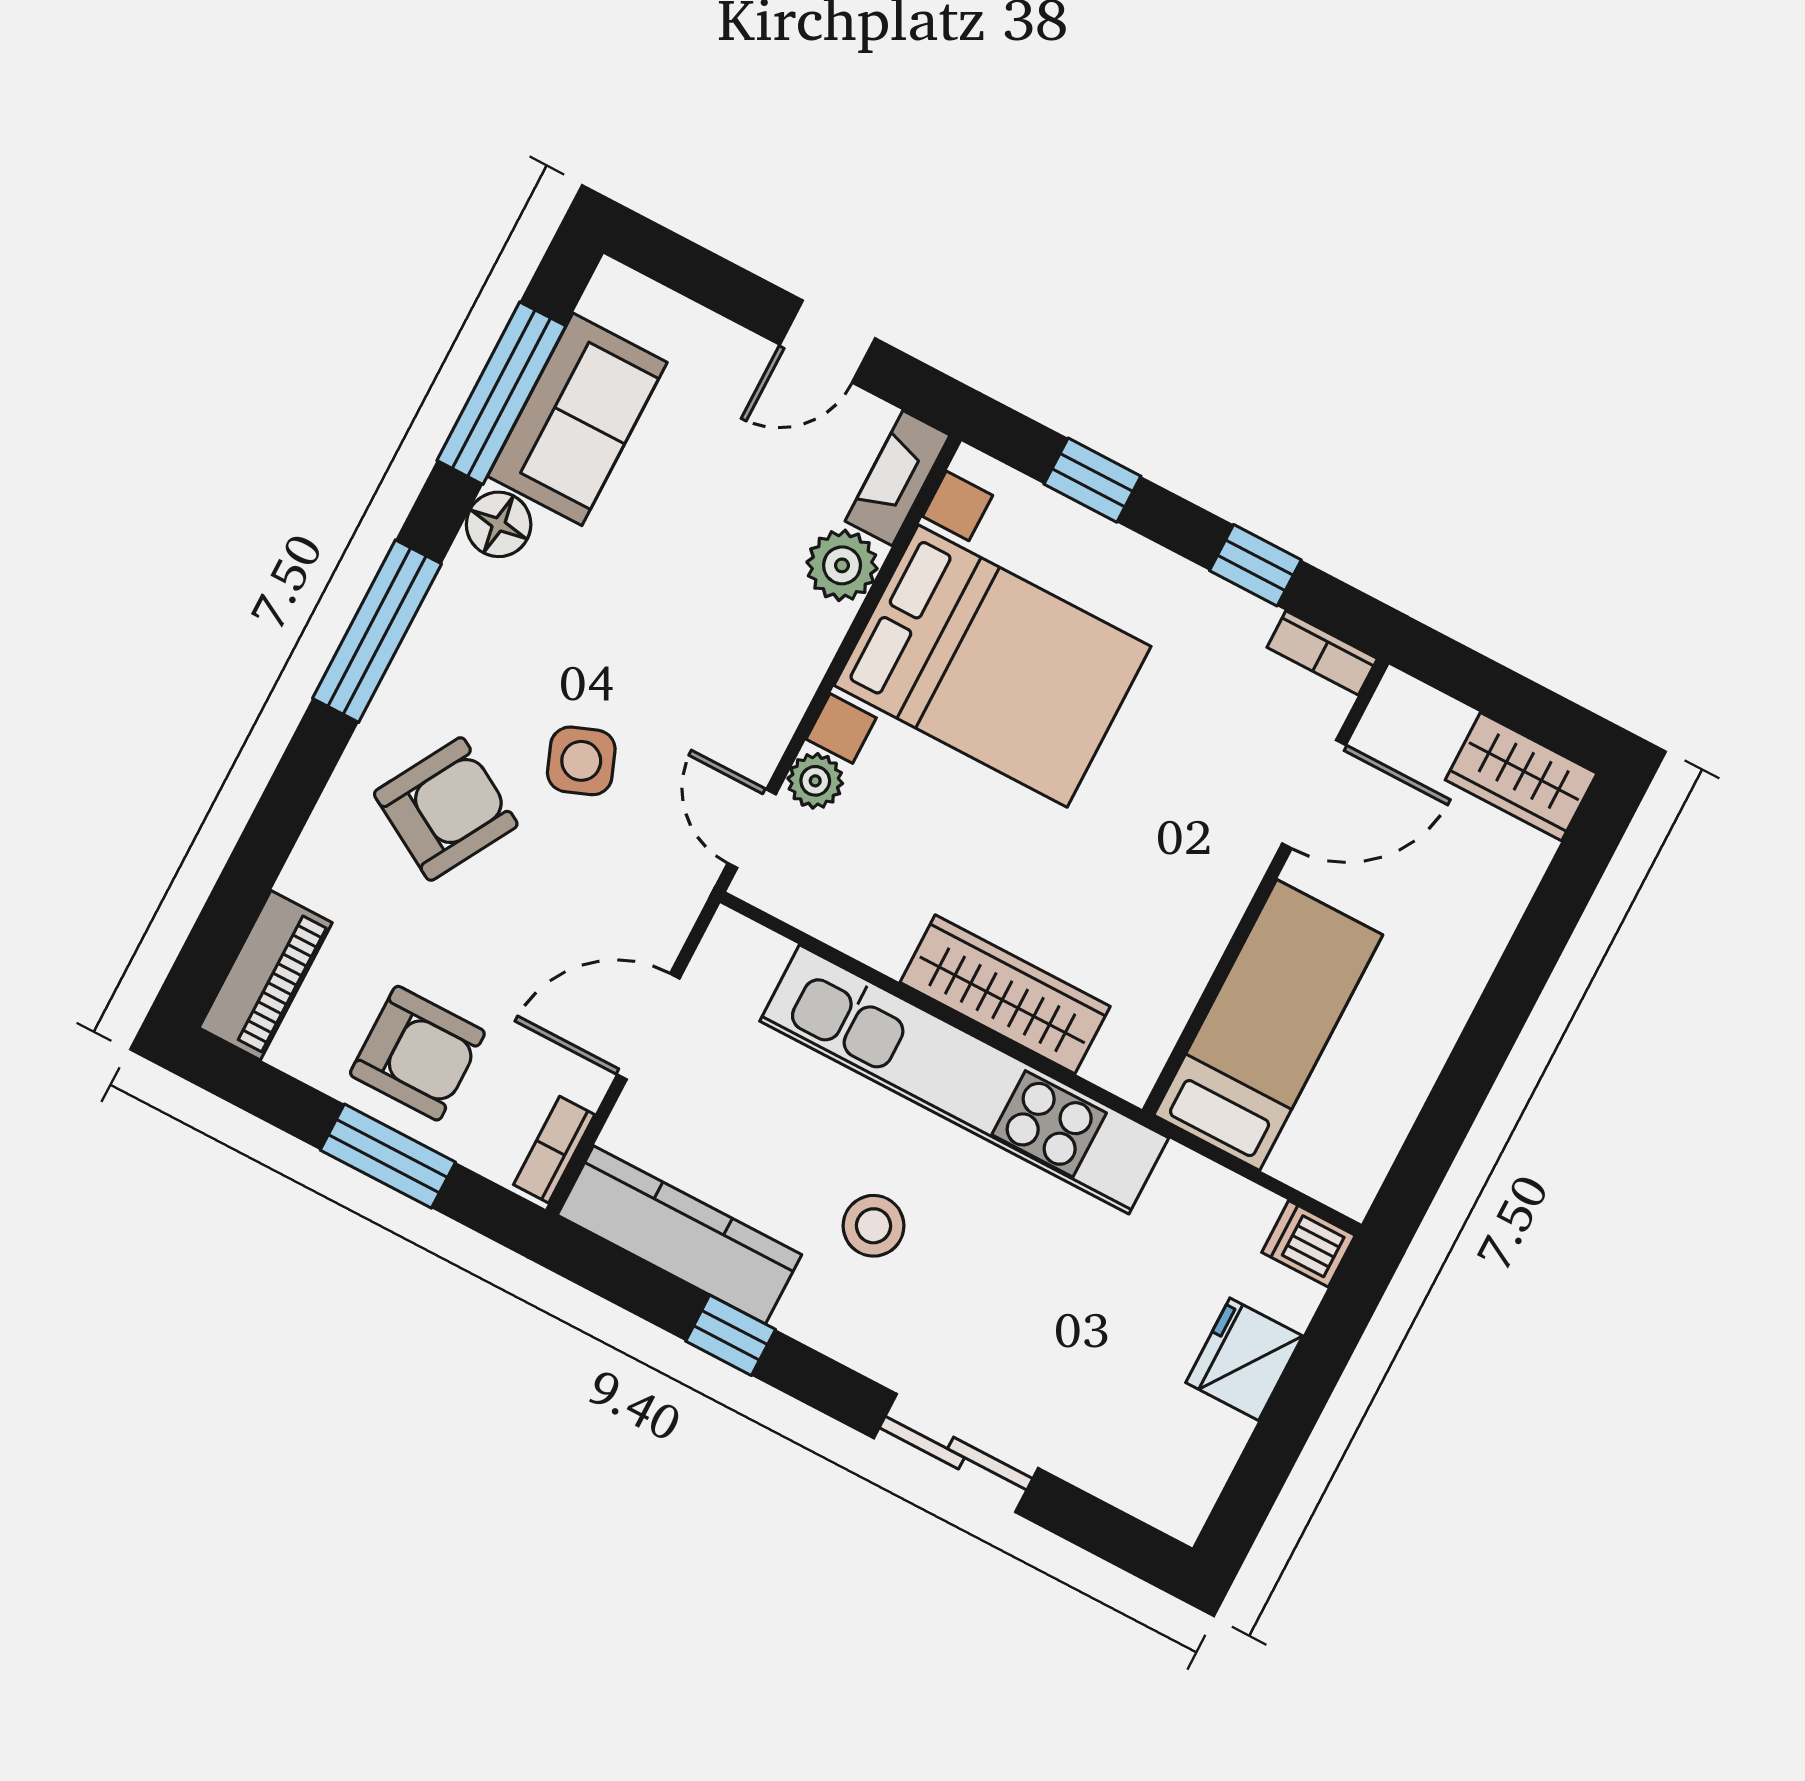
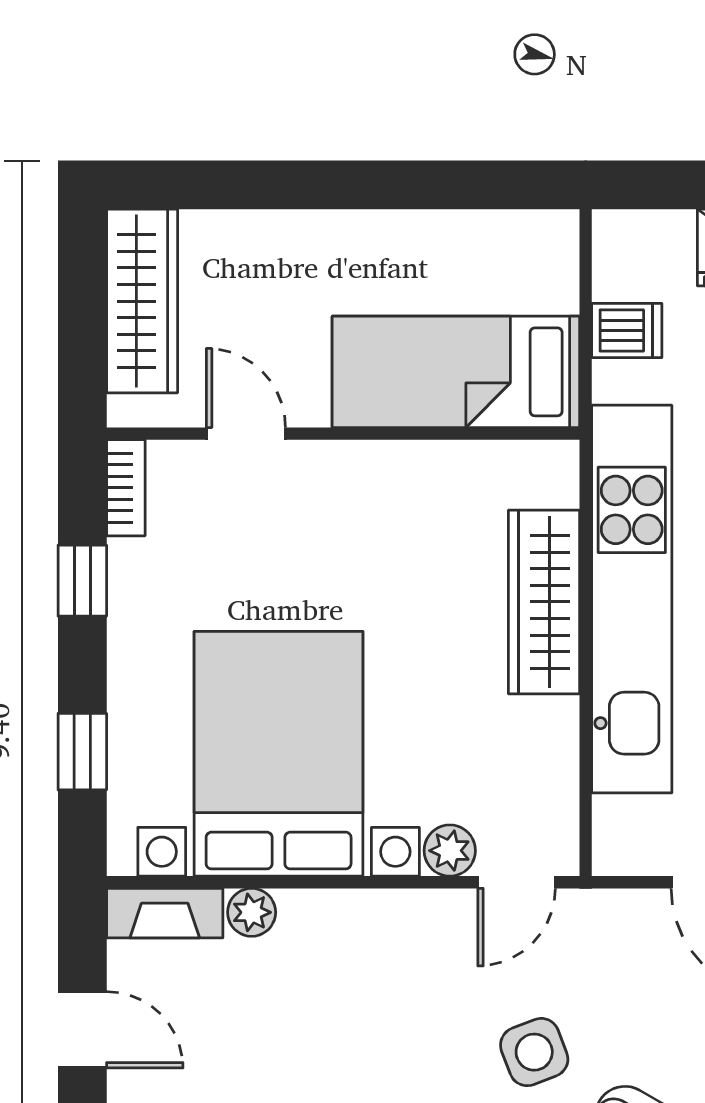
plant: (842, 565) -> (252, 912), width x0.73, depth x0.73
wardrobe: (1521, 777) -> (142, 301), width x1.50
door: (1314, 794) -> (246, 434), width x0.73
dishwasher: (1308, 1244) -> (627, 331), moved, turned -90

